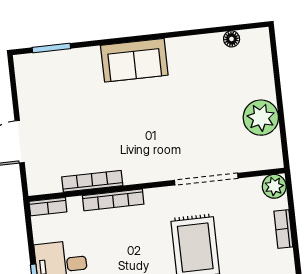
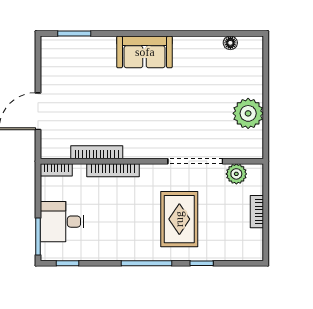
plant: (274, 186) -> (236, 174), moved

